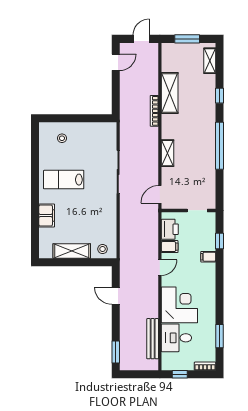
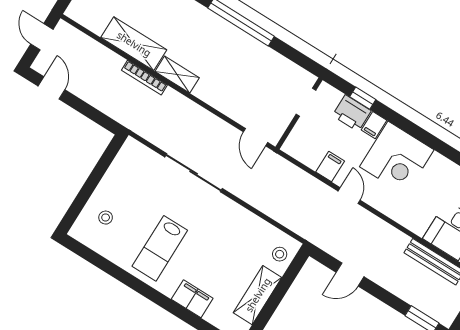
shelving: (168, 153) -> (177, 75), moved
printer: (170, 229) -> (352, 113), moved, turned 180
corner desk: (179, 305) -> (397, 158), moved, turned 180

